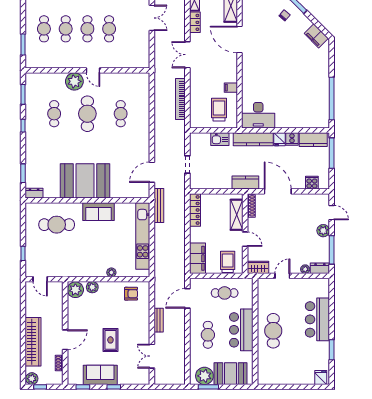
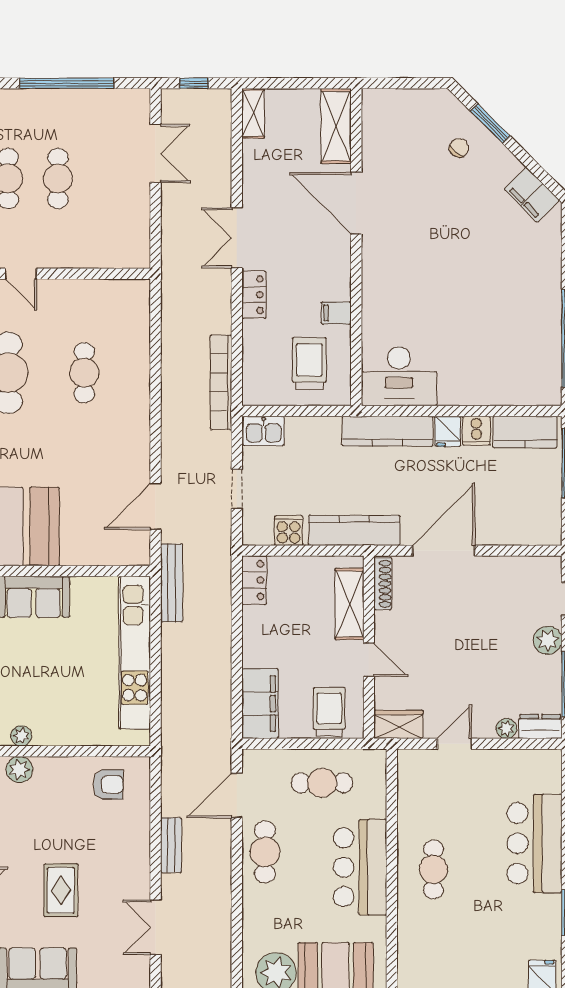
locker: (195, 22) -> (254, 295), moved
bookcase: (180, 99) -> (221, 382), moved
kitchen sink: (220, 139) -> (264, 431), moved
kitchen counter: (245, 183) -> (354, 530), width x1.50
cooker: (312, 183) -> (289, 531), moved
door: (278, 191) -> (444, 551), hinge flipped
locker: (195, 210) -> (254, 580), width x0.66
plant: (111, 272) -> (21, 736), moved
cafe table: (273, 331) -> (433, 869), width x0.73, depth x0.74
cafe table: (208, 335) -> (265, 852), moved

